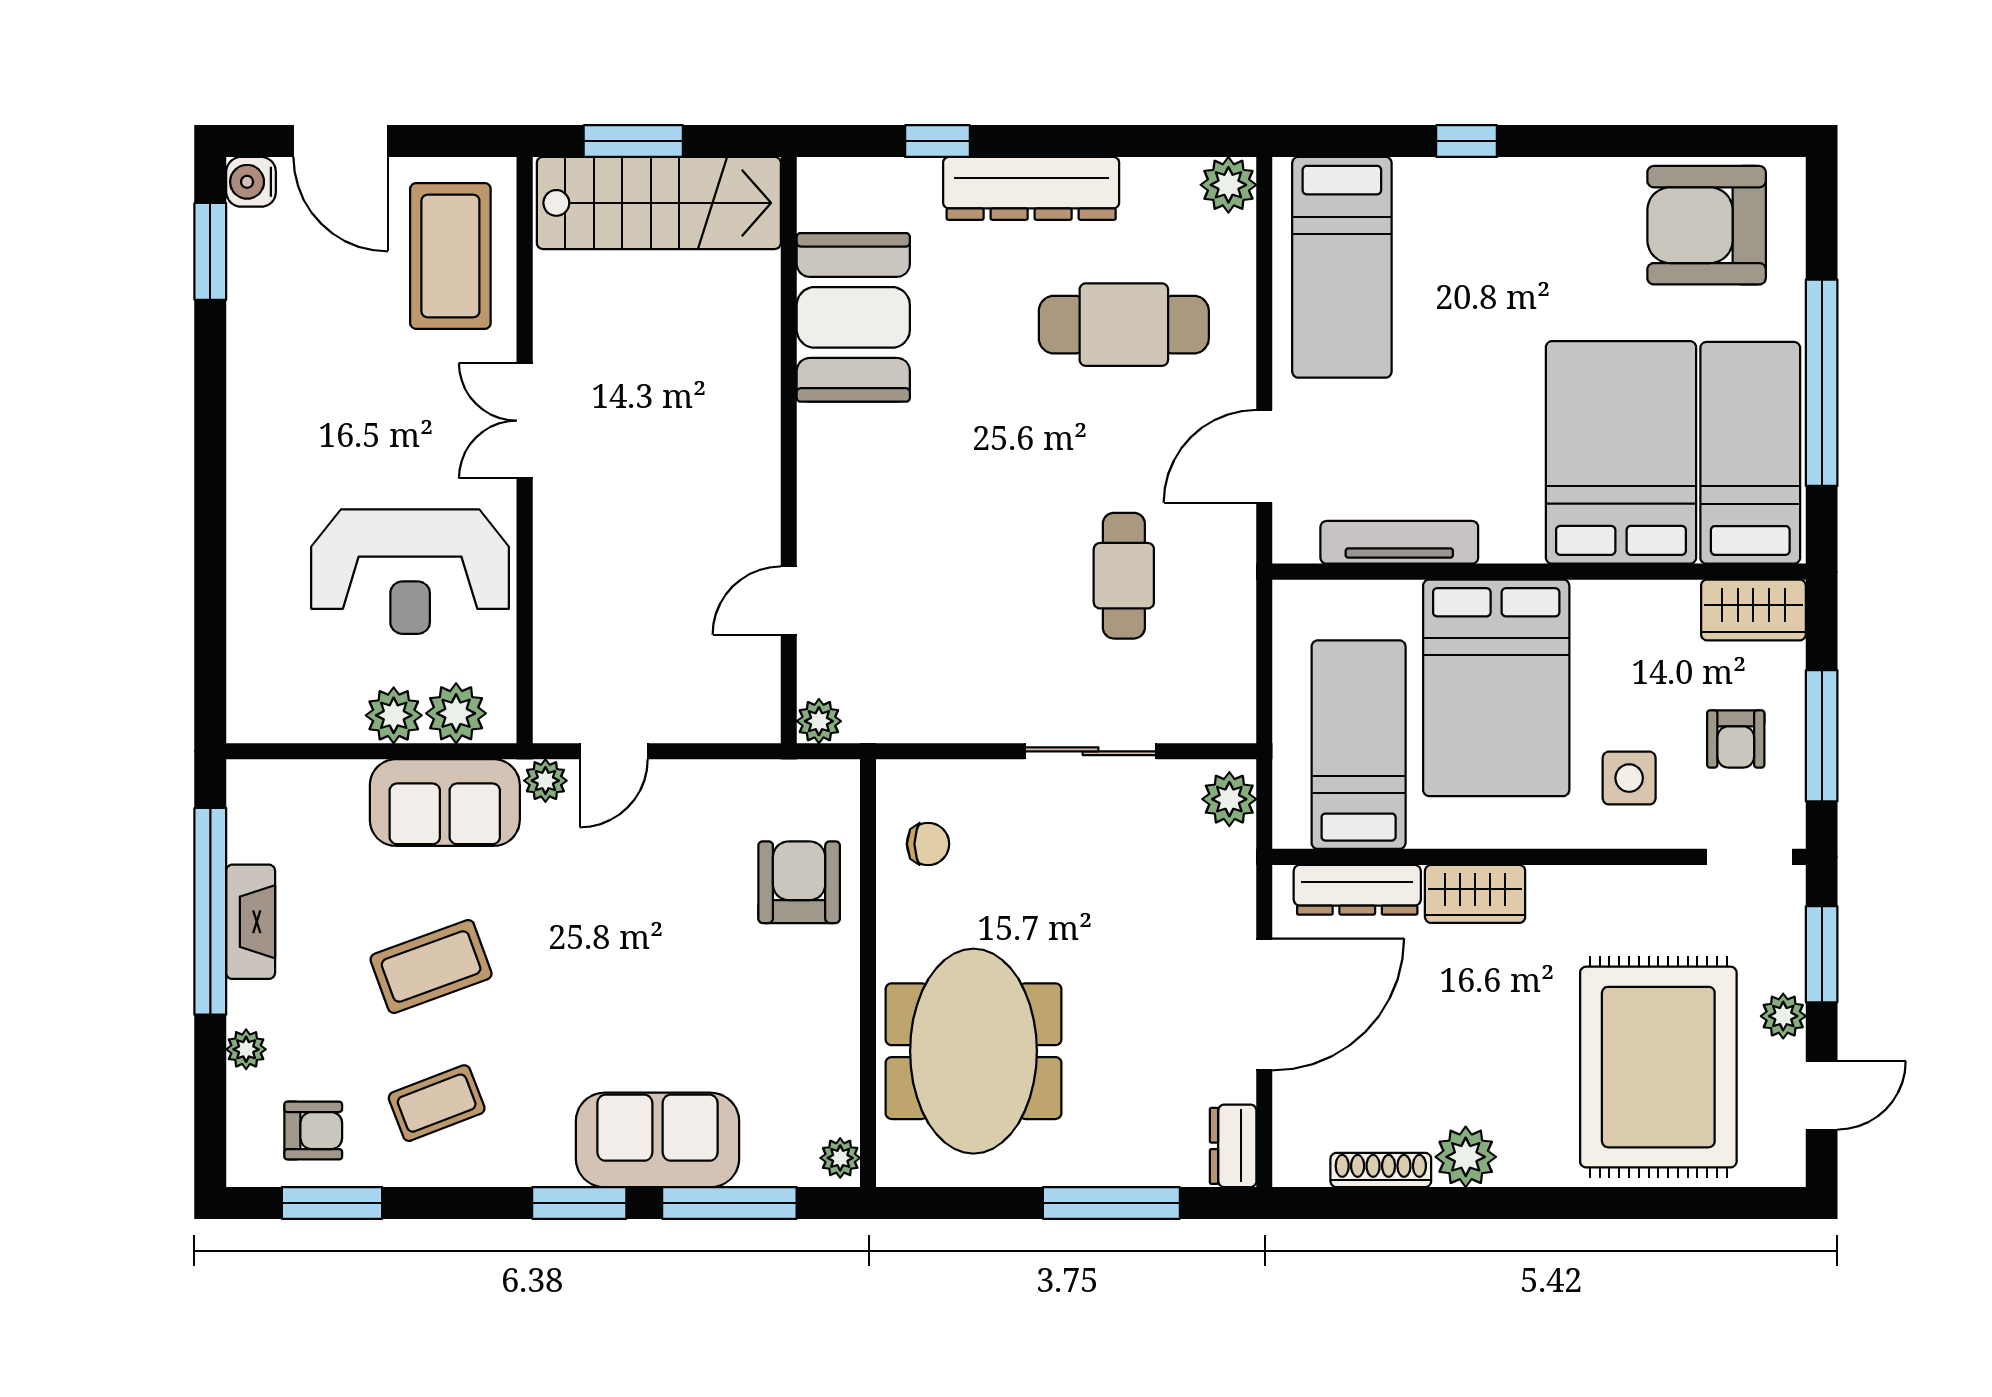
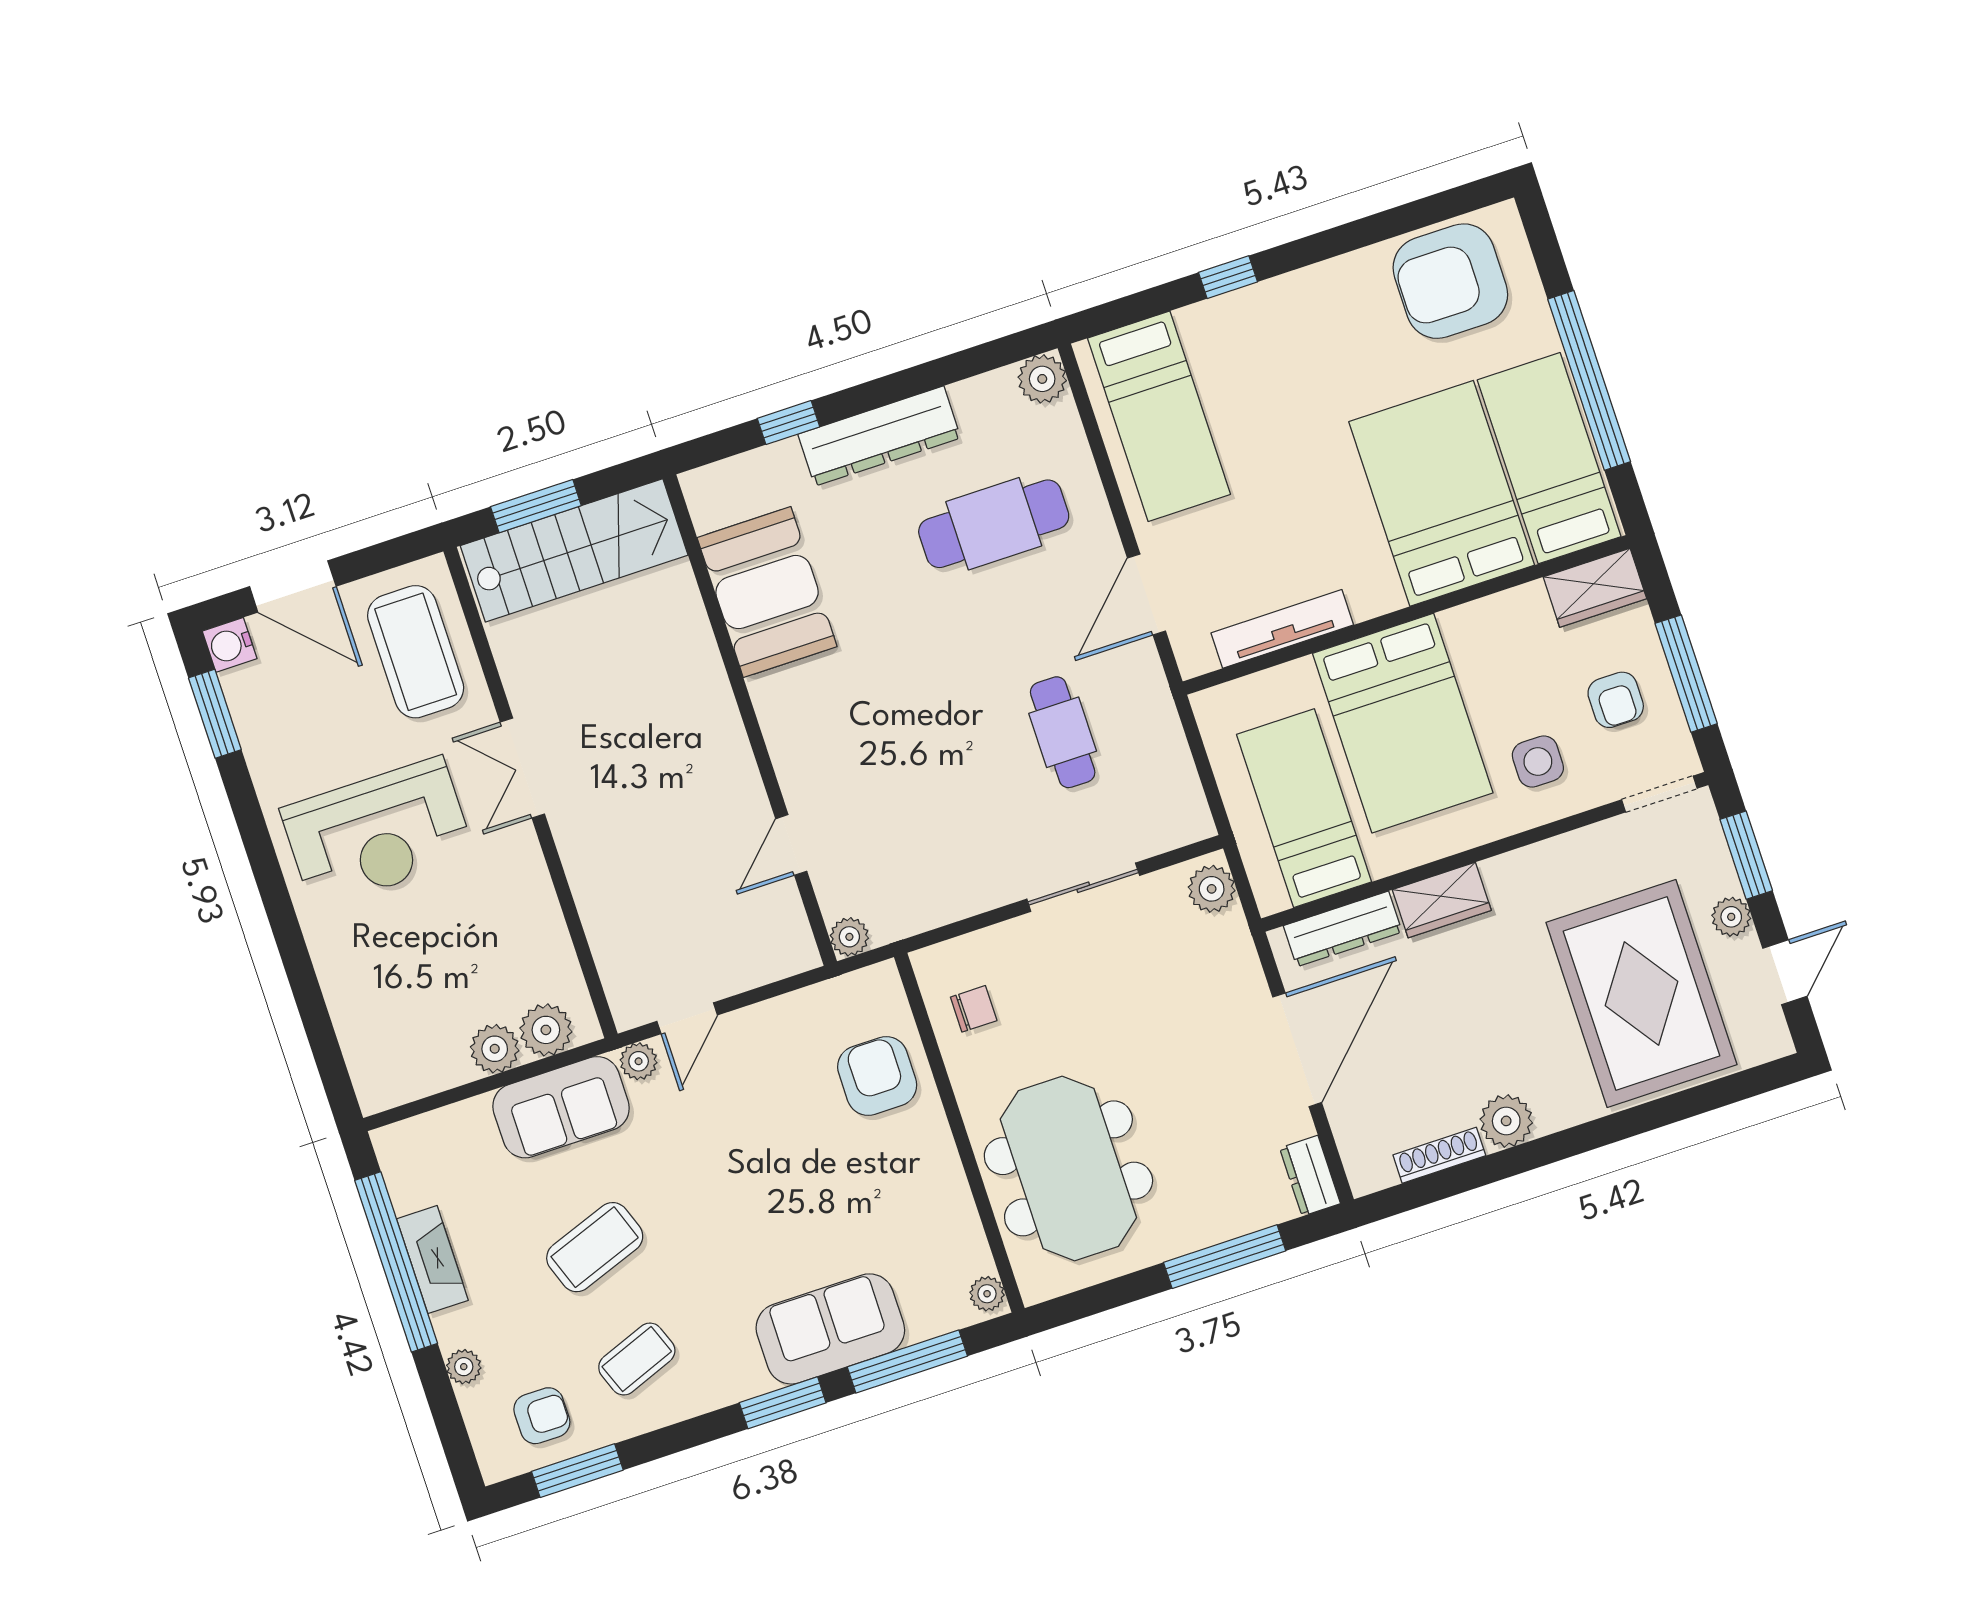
reception desk: (410, 572) -> (378, 833), moved

